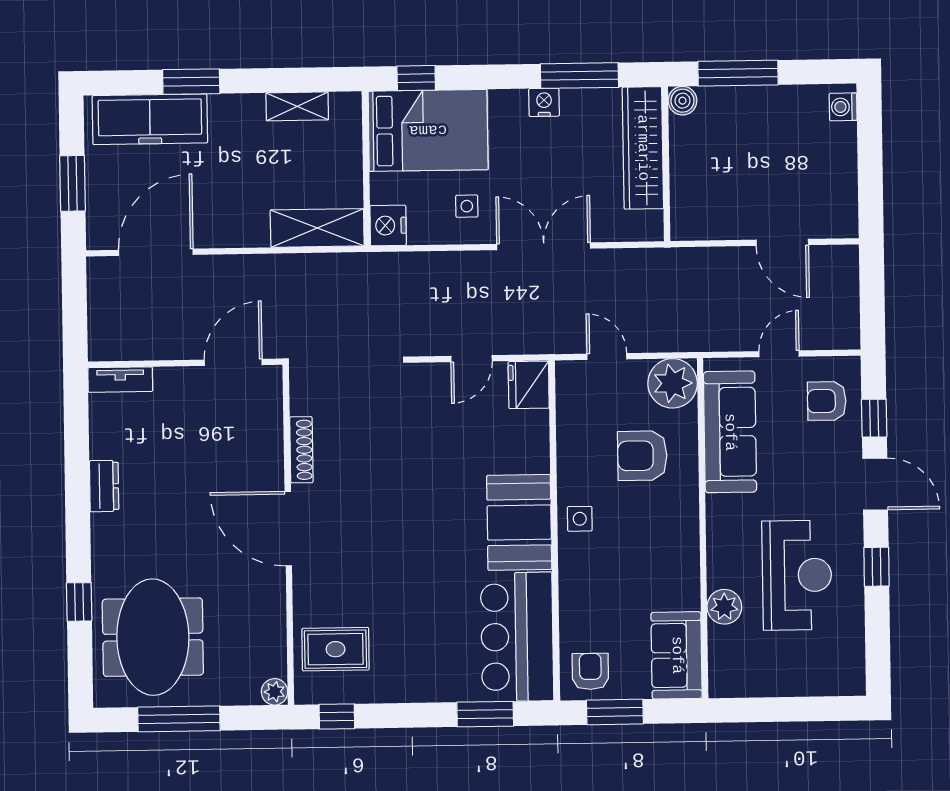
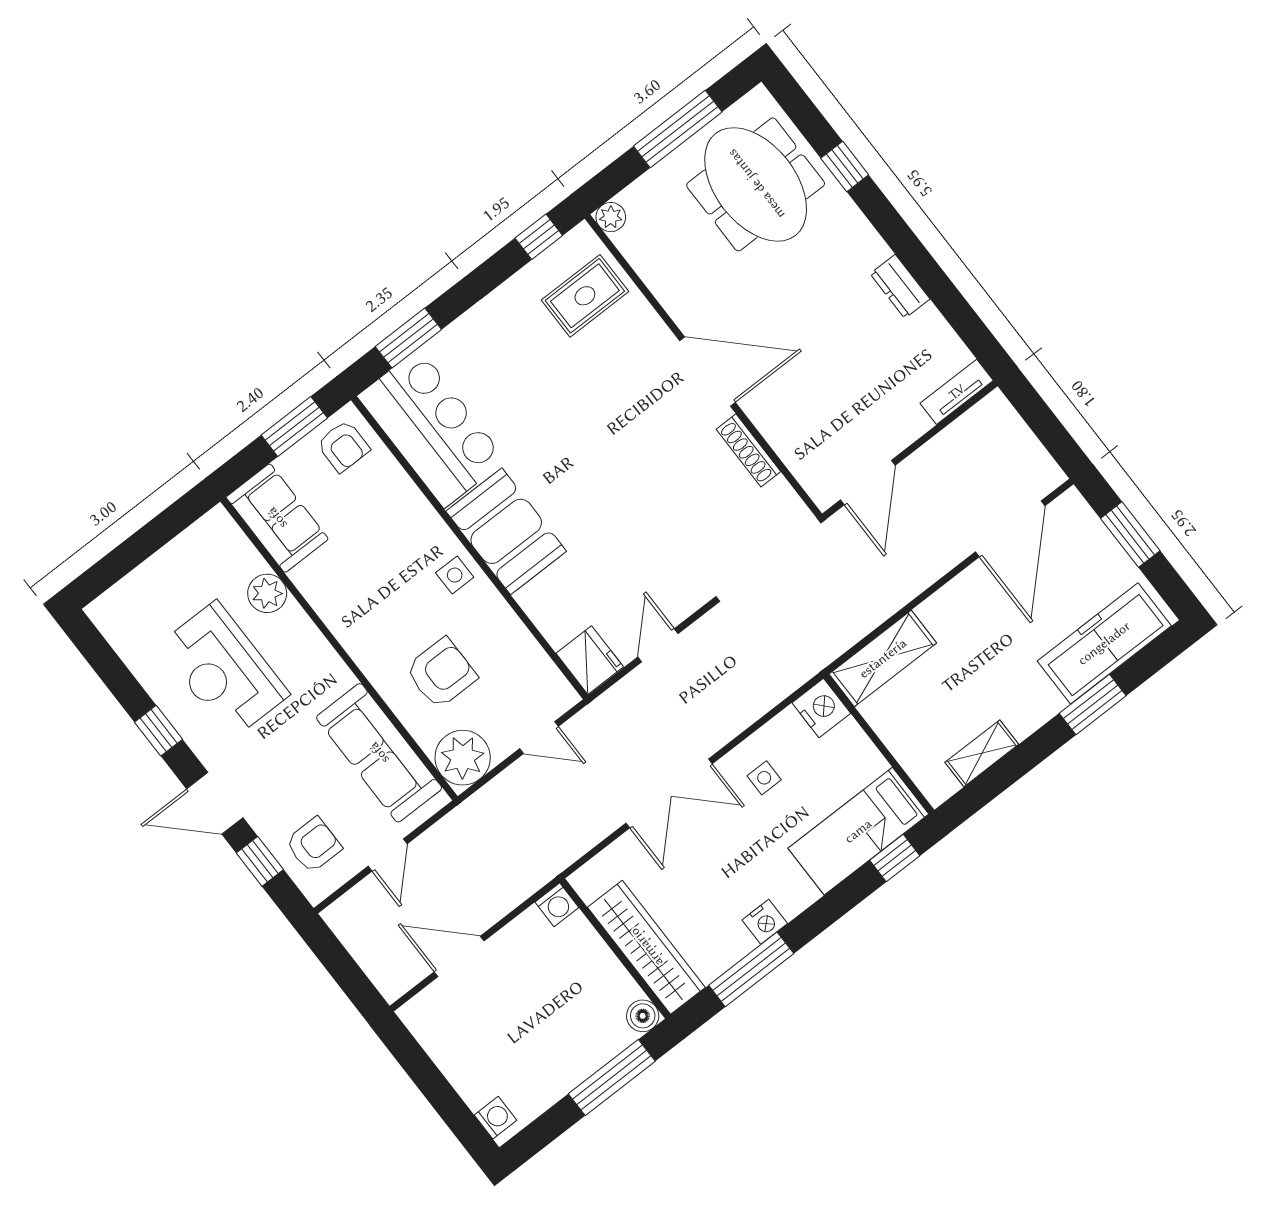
bed: (428, 130) -> (858, 831), width x0.67
washing machine: (684, 227) -> (557, 905), added

